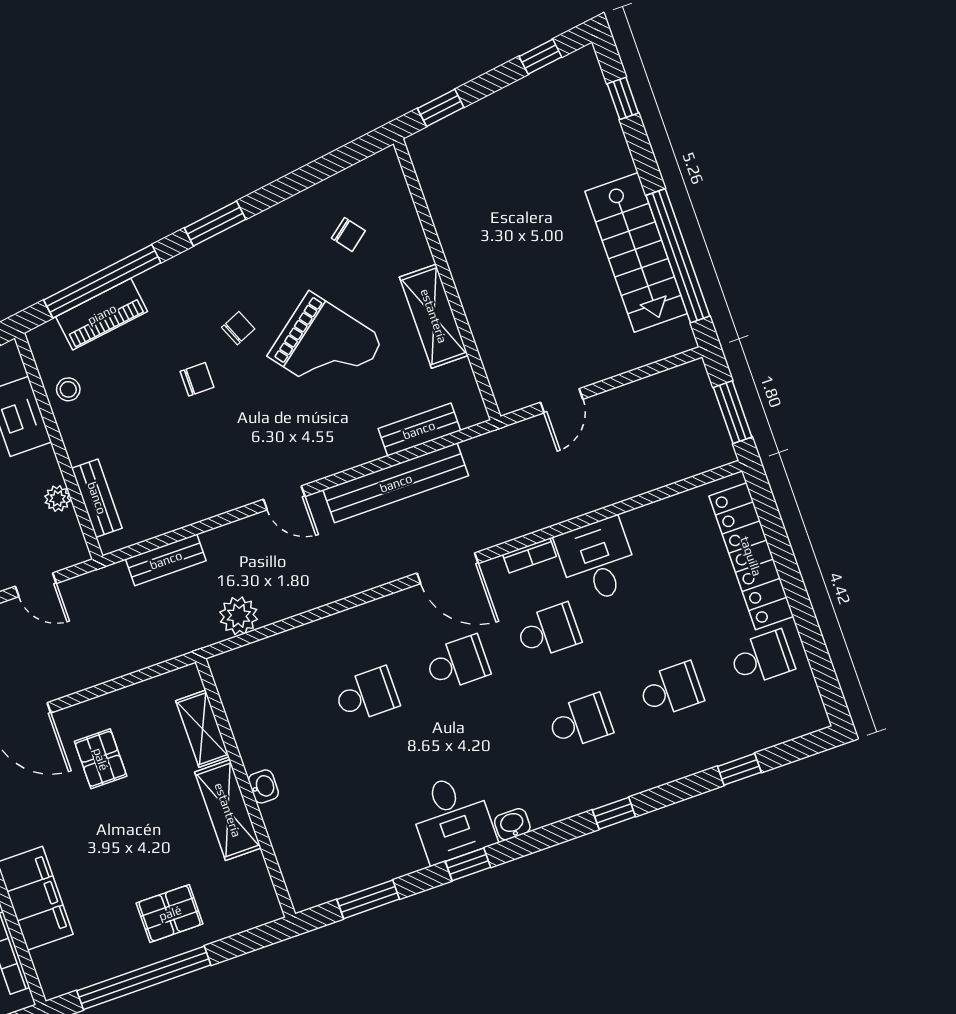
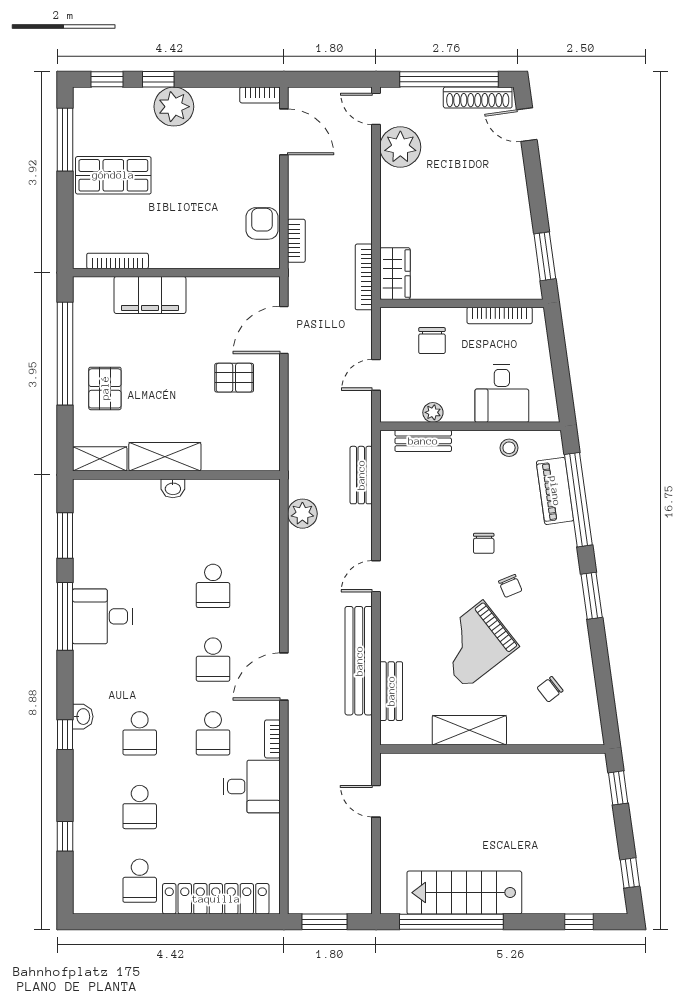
shelving: (202, 729) -> (100, 459), moved
washbasin: (512, 824) -> (83, 717), moved
window: (468, 864) -> (65, 616), width x2.17

